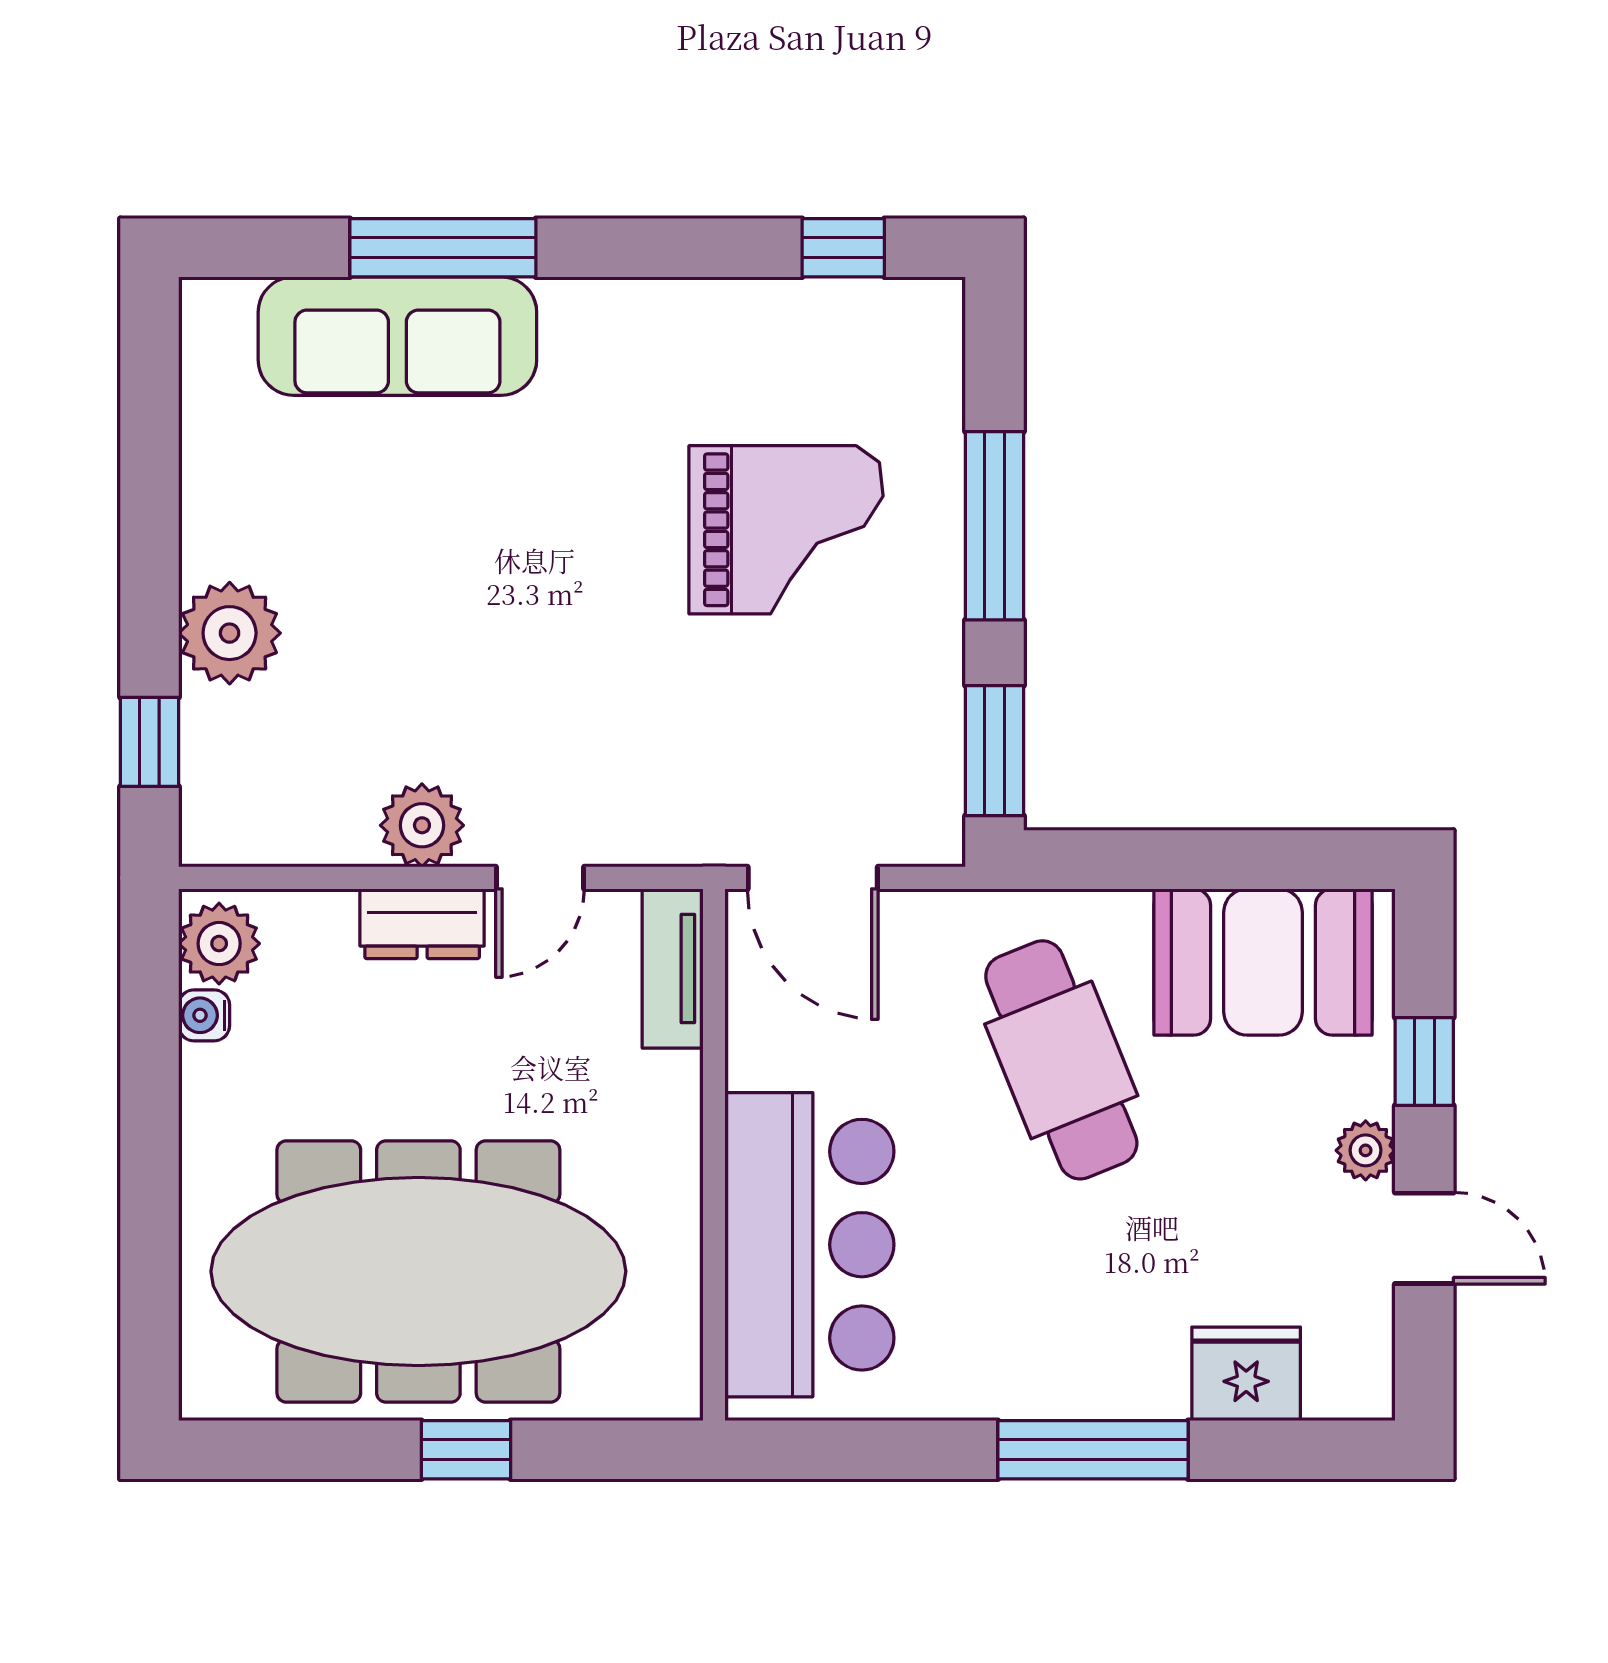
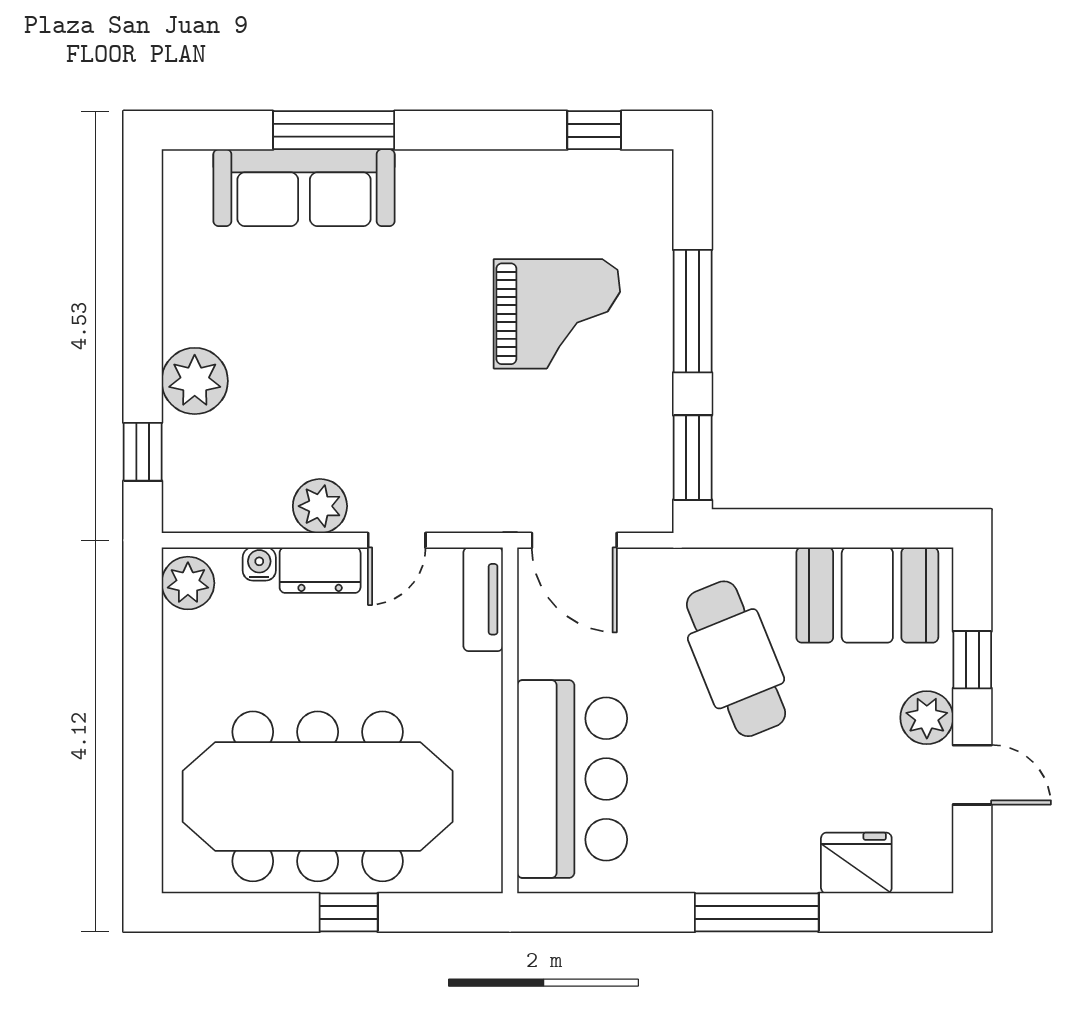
water cooler: (204, 1015) -> (259, 564), moved, turned 90
plant: (1366, 1150) -> (927, 718), width x1.38, depth x1.38

